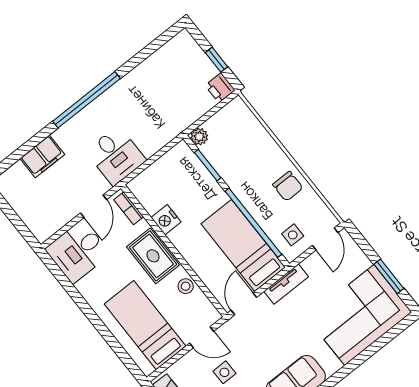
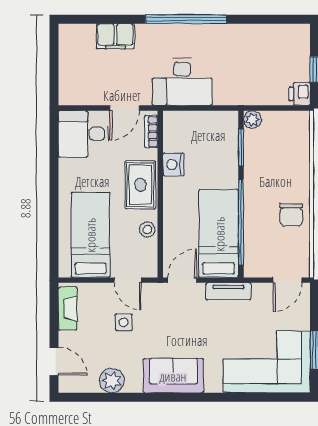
desk: (116, 156) -> (182, 82), width x1.37
side table: (293, 235) -> (264, 256), removed

